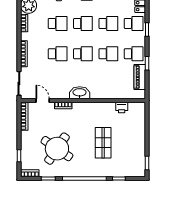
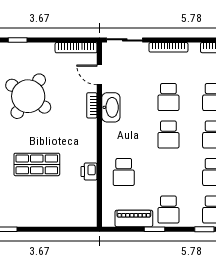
school desk: (108, 54) -> (124, 172), moved
washbasin: (80, 93) -> (111, 107), moved
door: (43, 100) -> (99, 75), swing flipped
printer: (122, 107) -> (89, 172), moved

